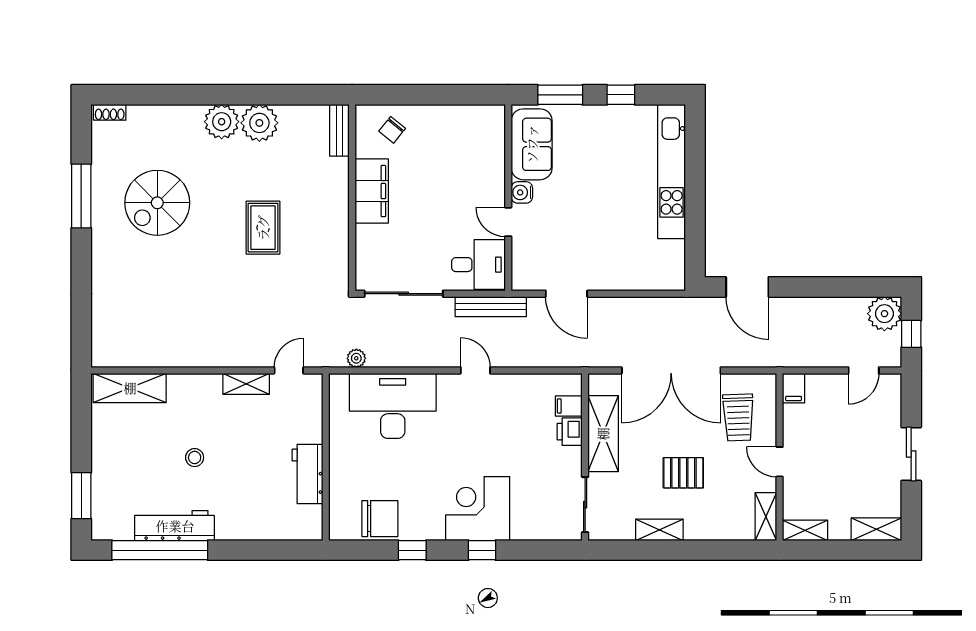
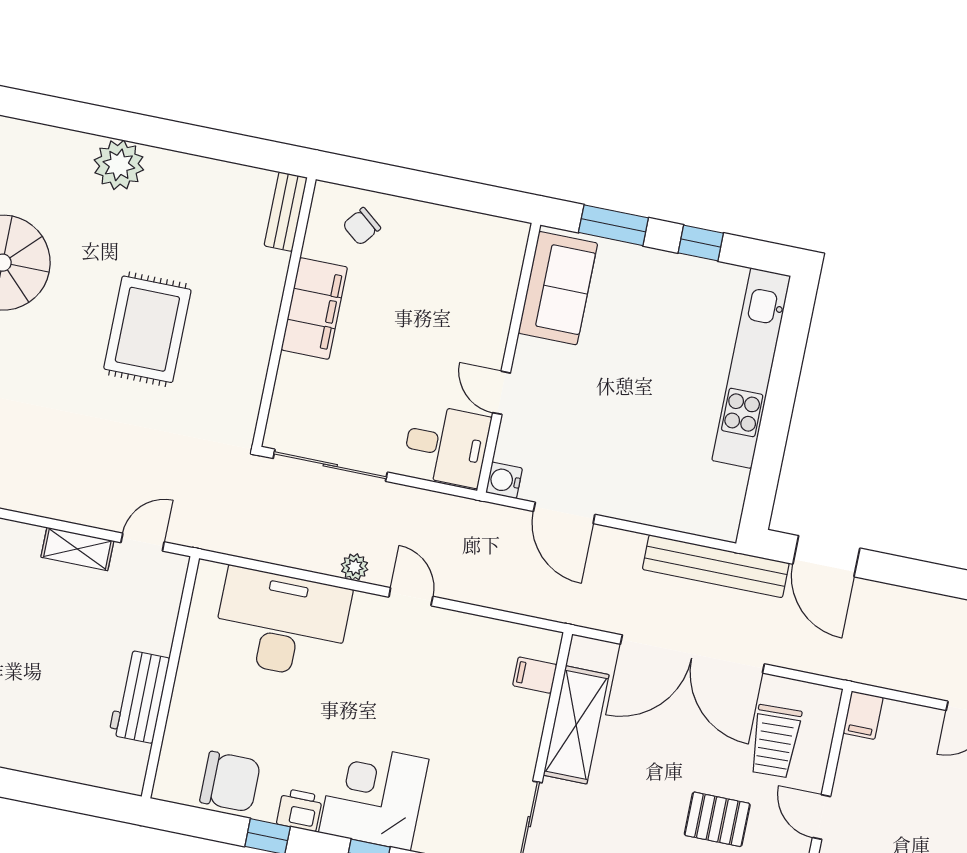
plant: (259, 123) -> (173, 178), removed
water cooler: (522, 192) -> (504, 480), moved
rug: (263, 228) -> (147, 329), width x1.36, depth x1.43
bench: (491, 307) -> (716, 566), moved, width x1.37, depth x1.21
plant: (356, 358) -> (355, 567), moved
printer: (570, 432) -> (300, 810), moved, turned 90
pallet: (683, 473) -> (717, 819), moved

